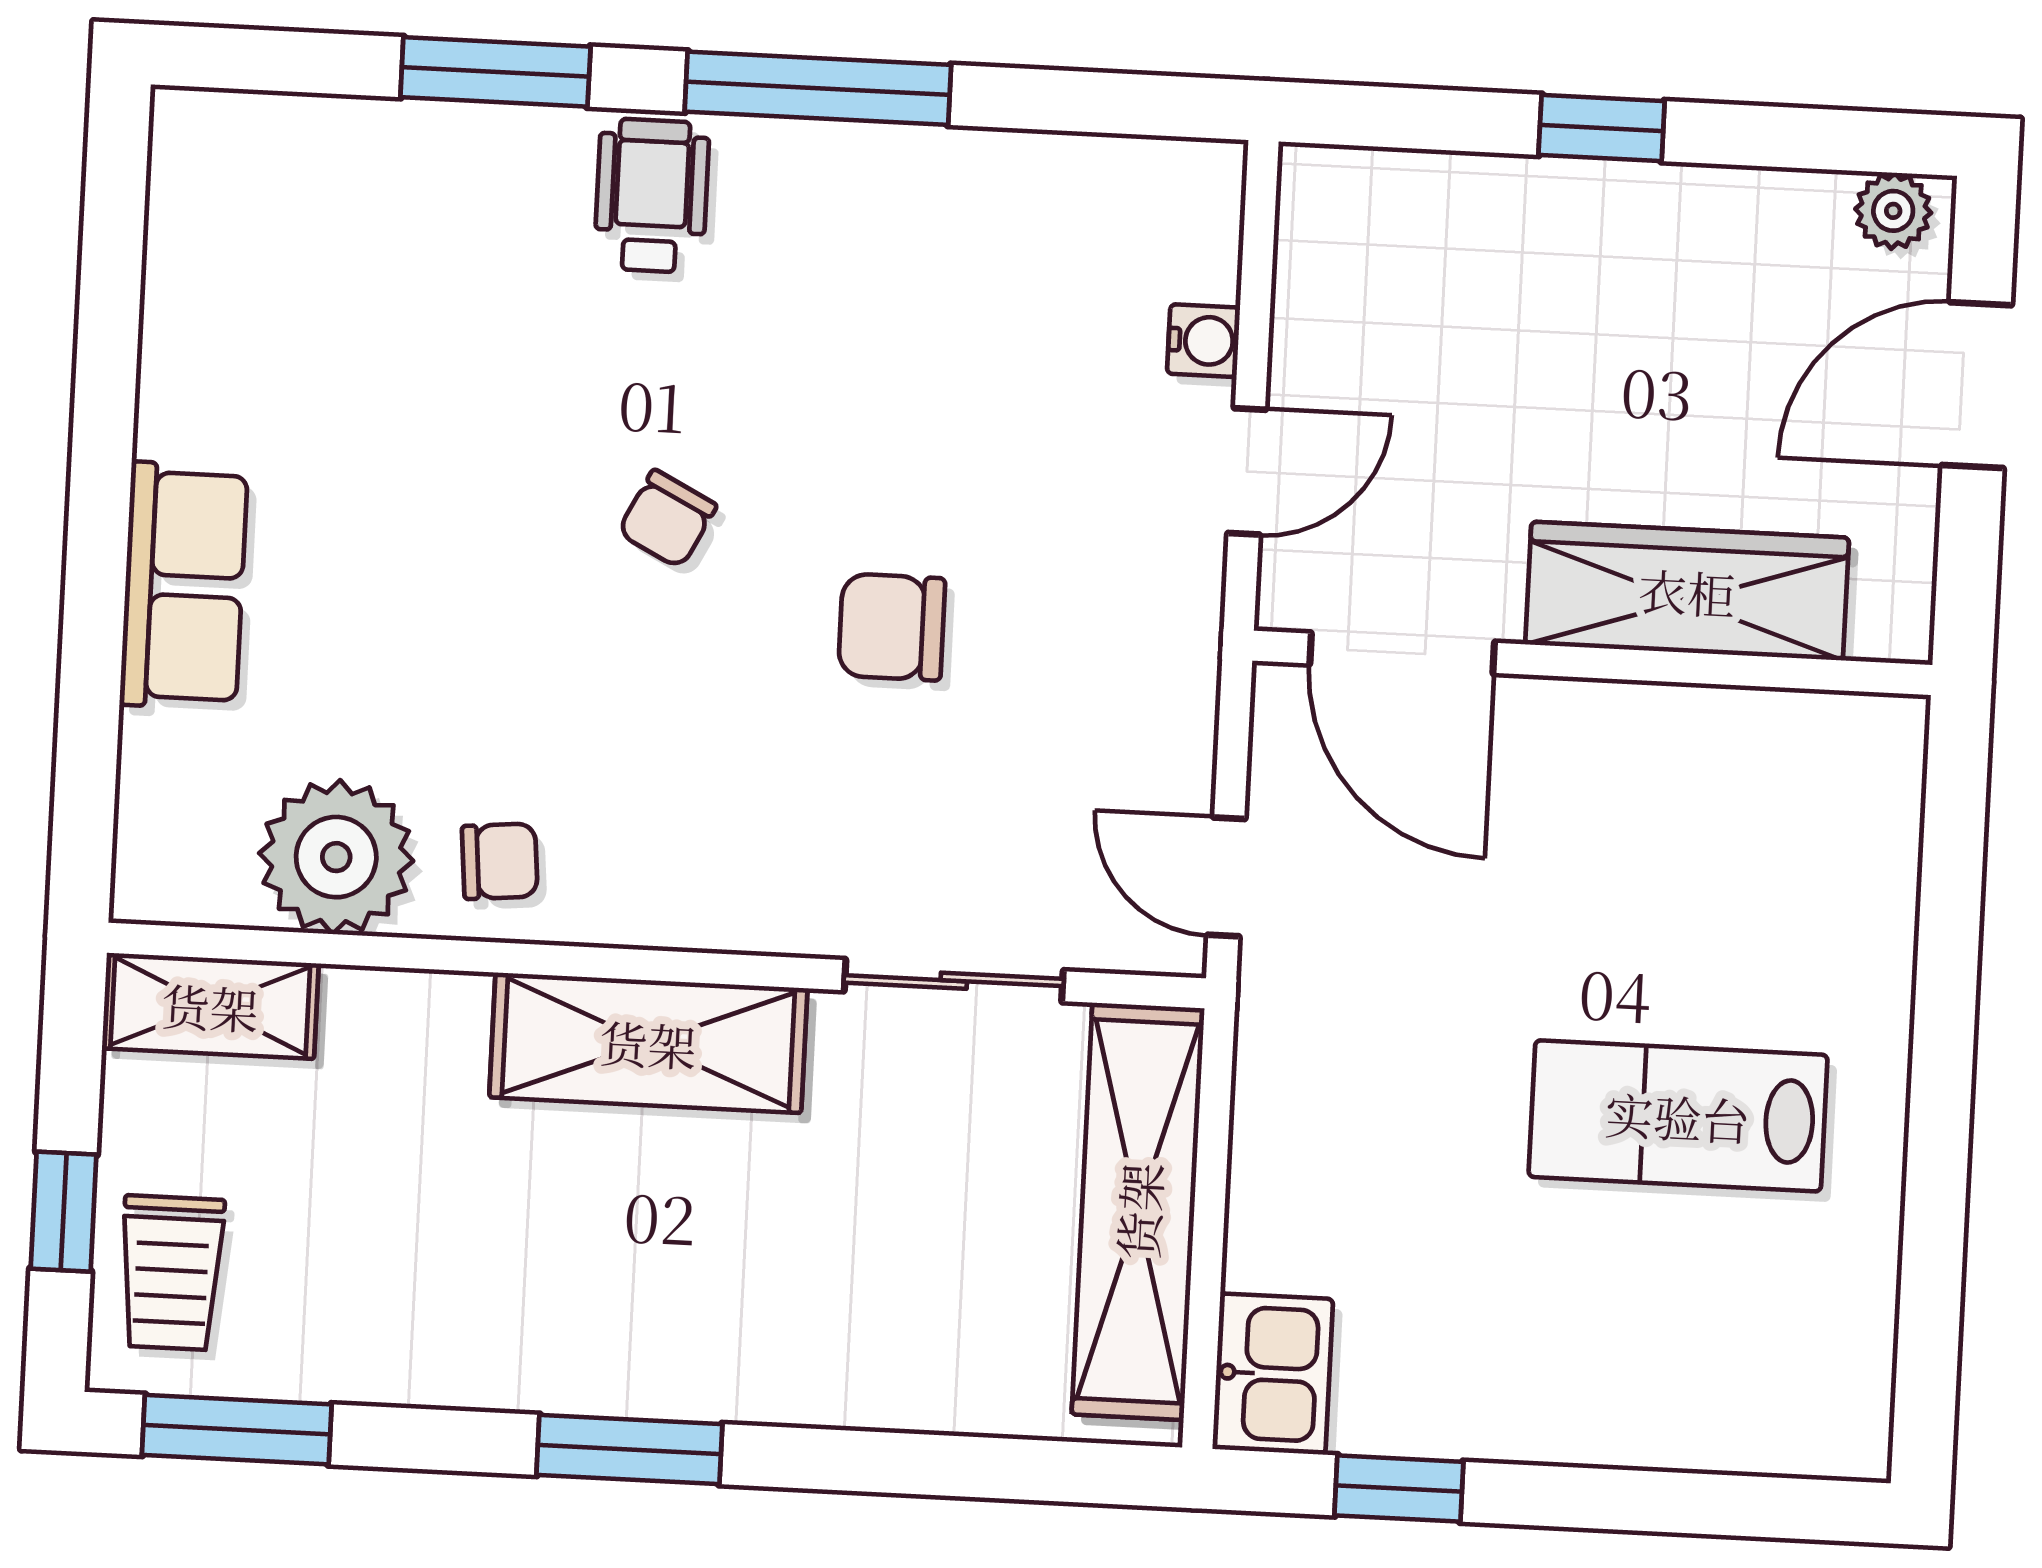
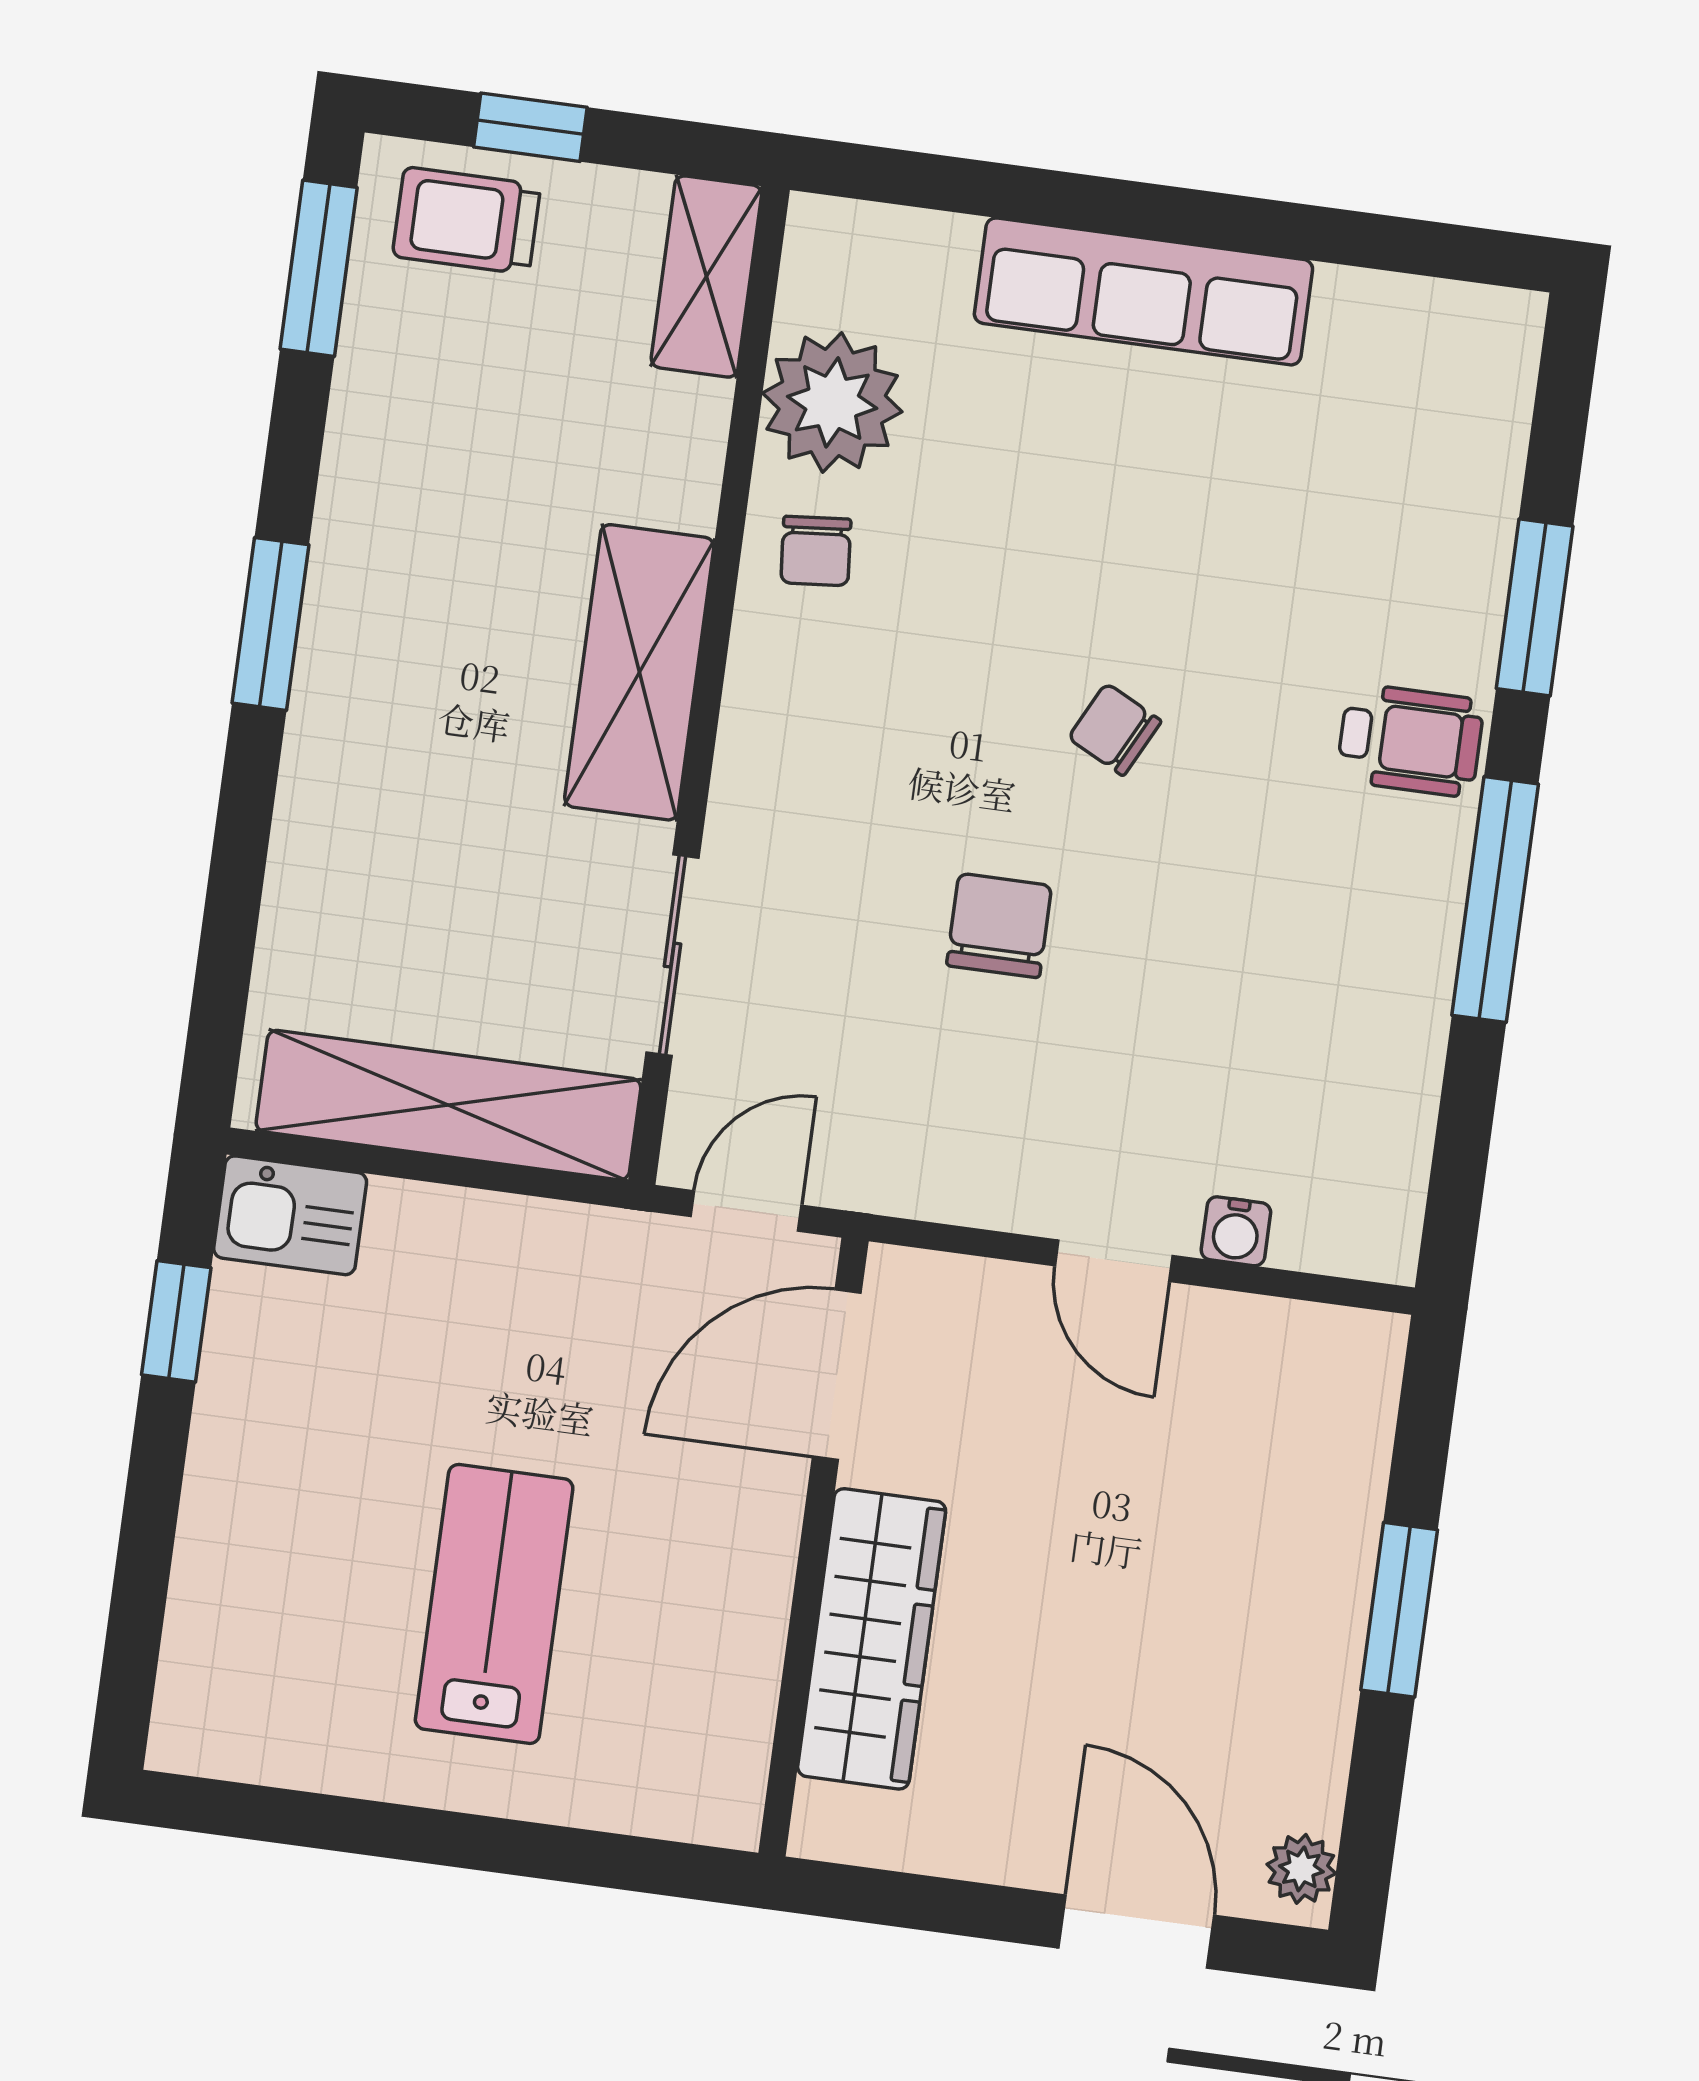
window: (1602, 128) -> (1399, 1610), width x1.50
row of seats: (184, 586) -> (1143, 291), width x1.48
wardrobe: (1687, 591) -> (872, 1639), moved
door: (1402, 653) -> (837, 1375), moved
wall: (1592, 663) -> (813, 1547), moved

